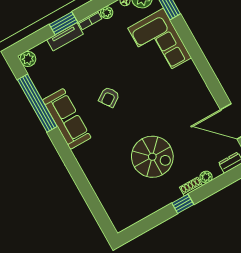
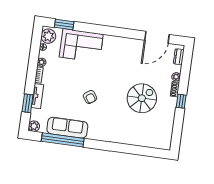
window: (63, 23) -> (27, 103), moved
sofa: (67, 119) -> (67, 128), moved

